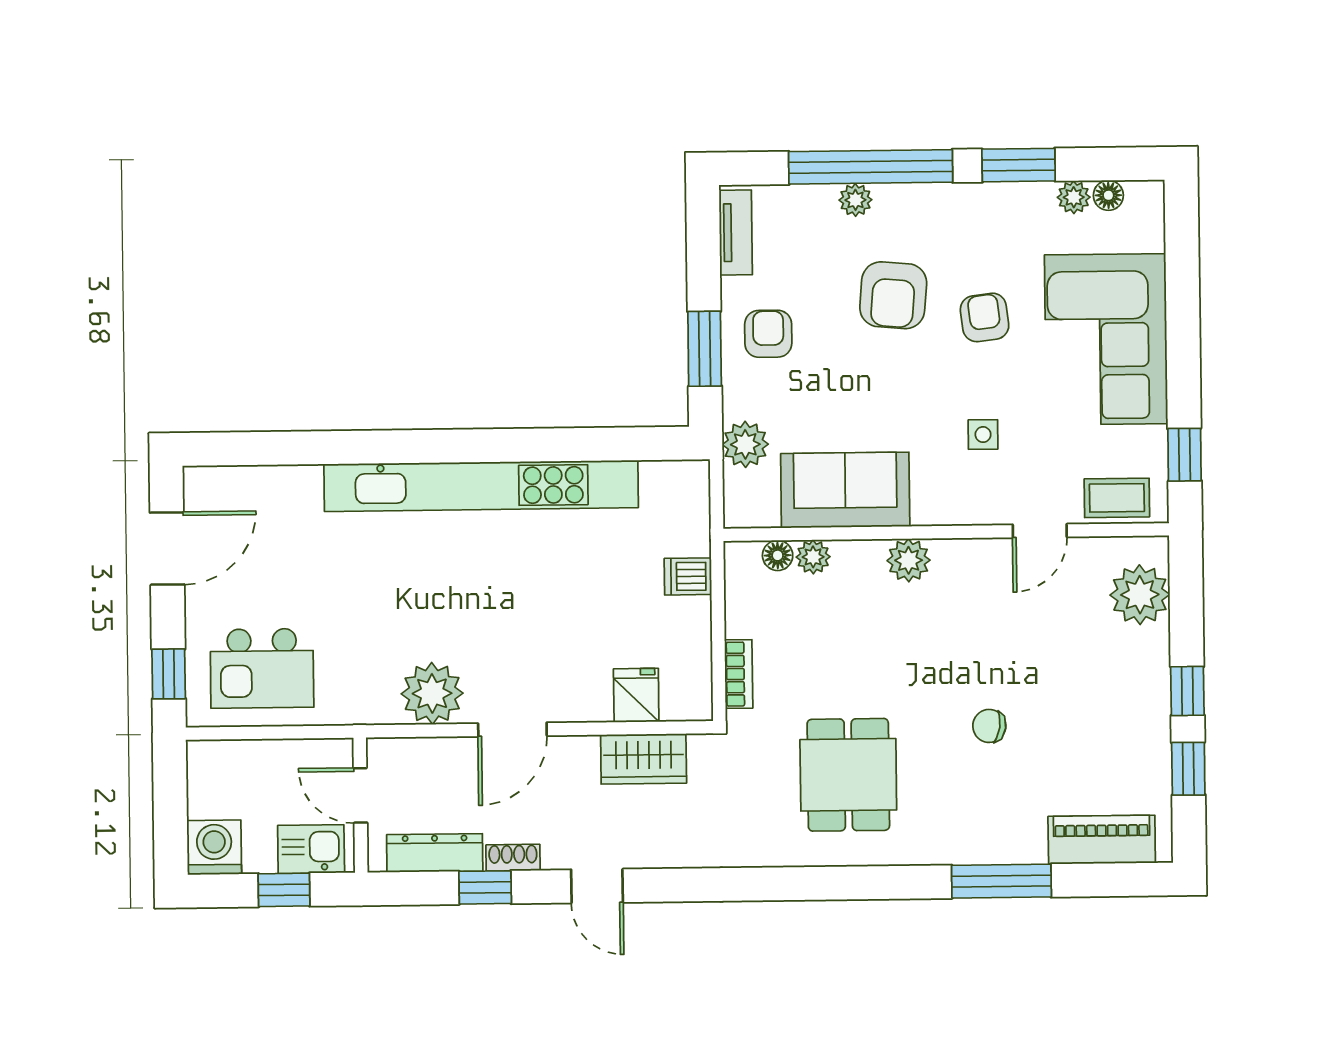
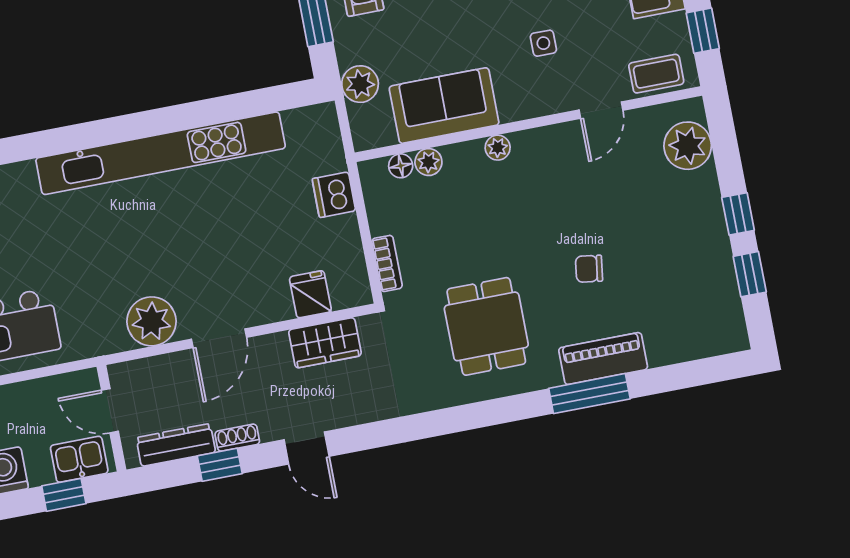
plant: (909, 560) -> (498, 148), width x0.73, depth x0.73
dishwasher: (688, 576) -> (334, 195), width x1.38
piano: (1102, 840) -> (603, 359), moved
window: (1001, 881) -> (589, 394), moved

